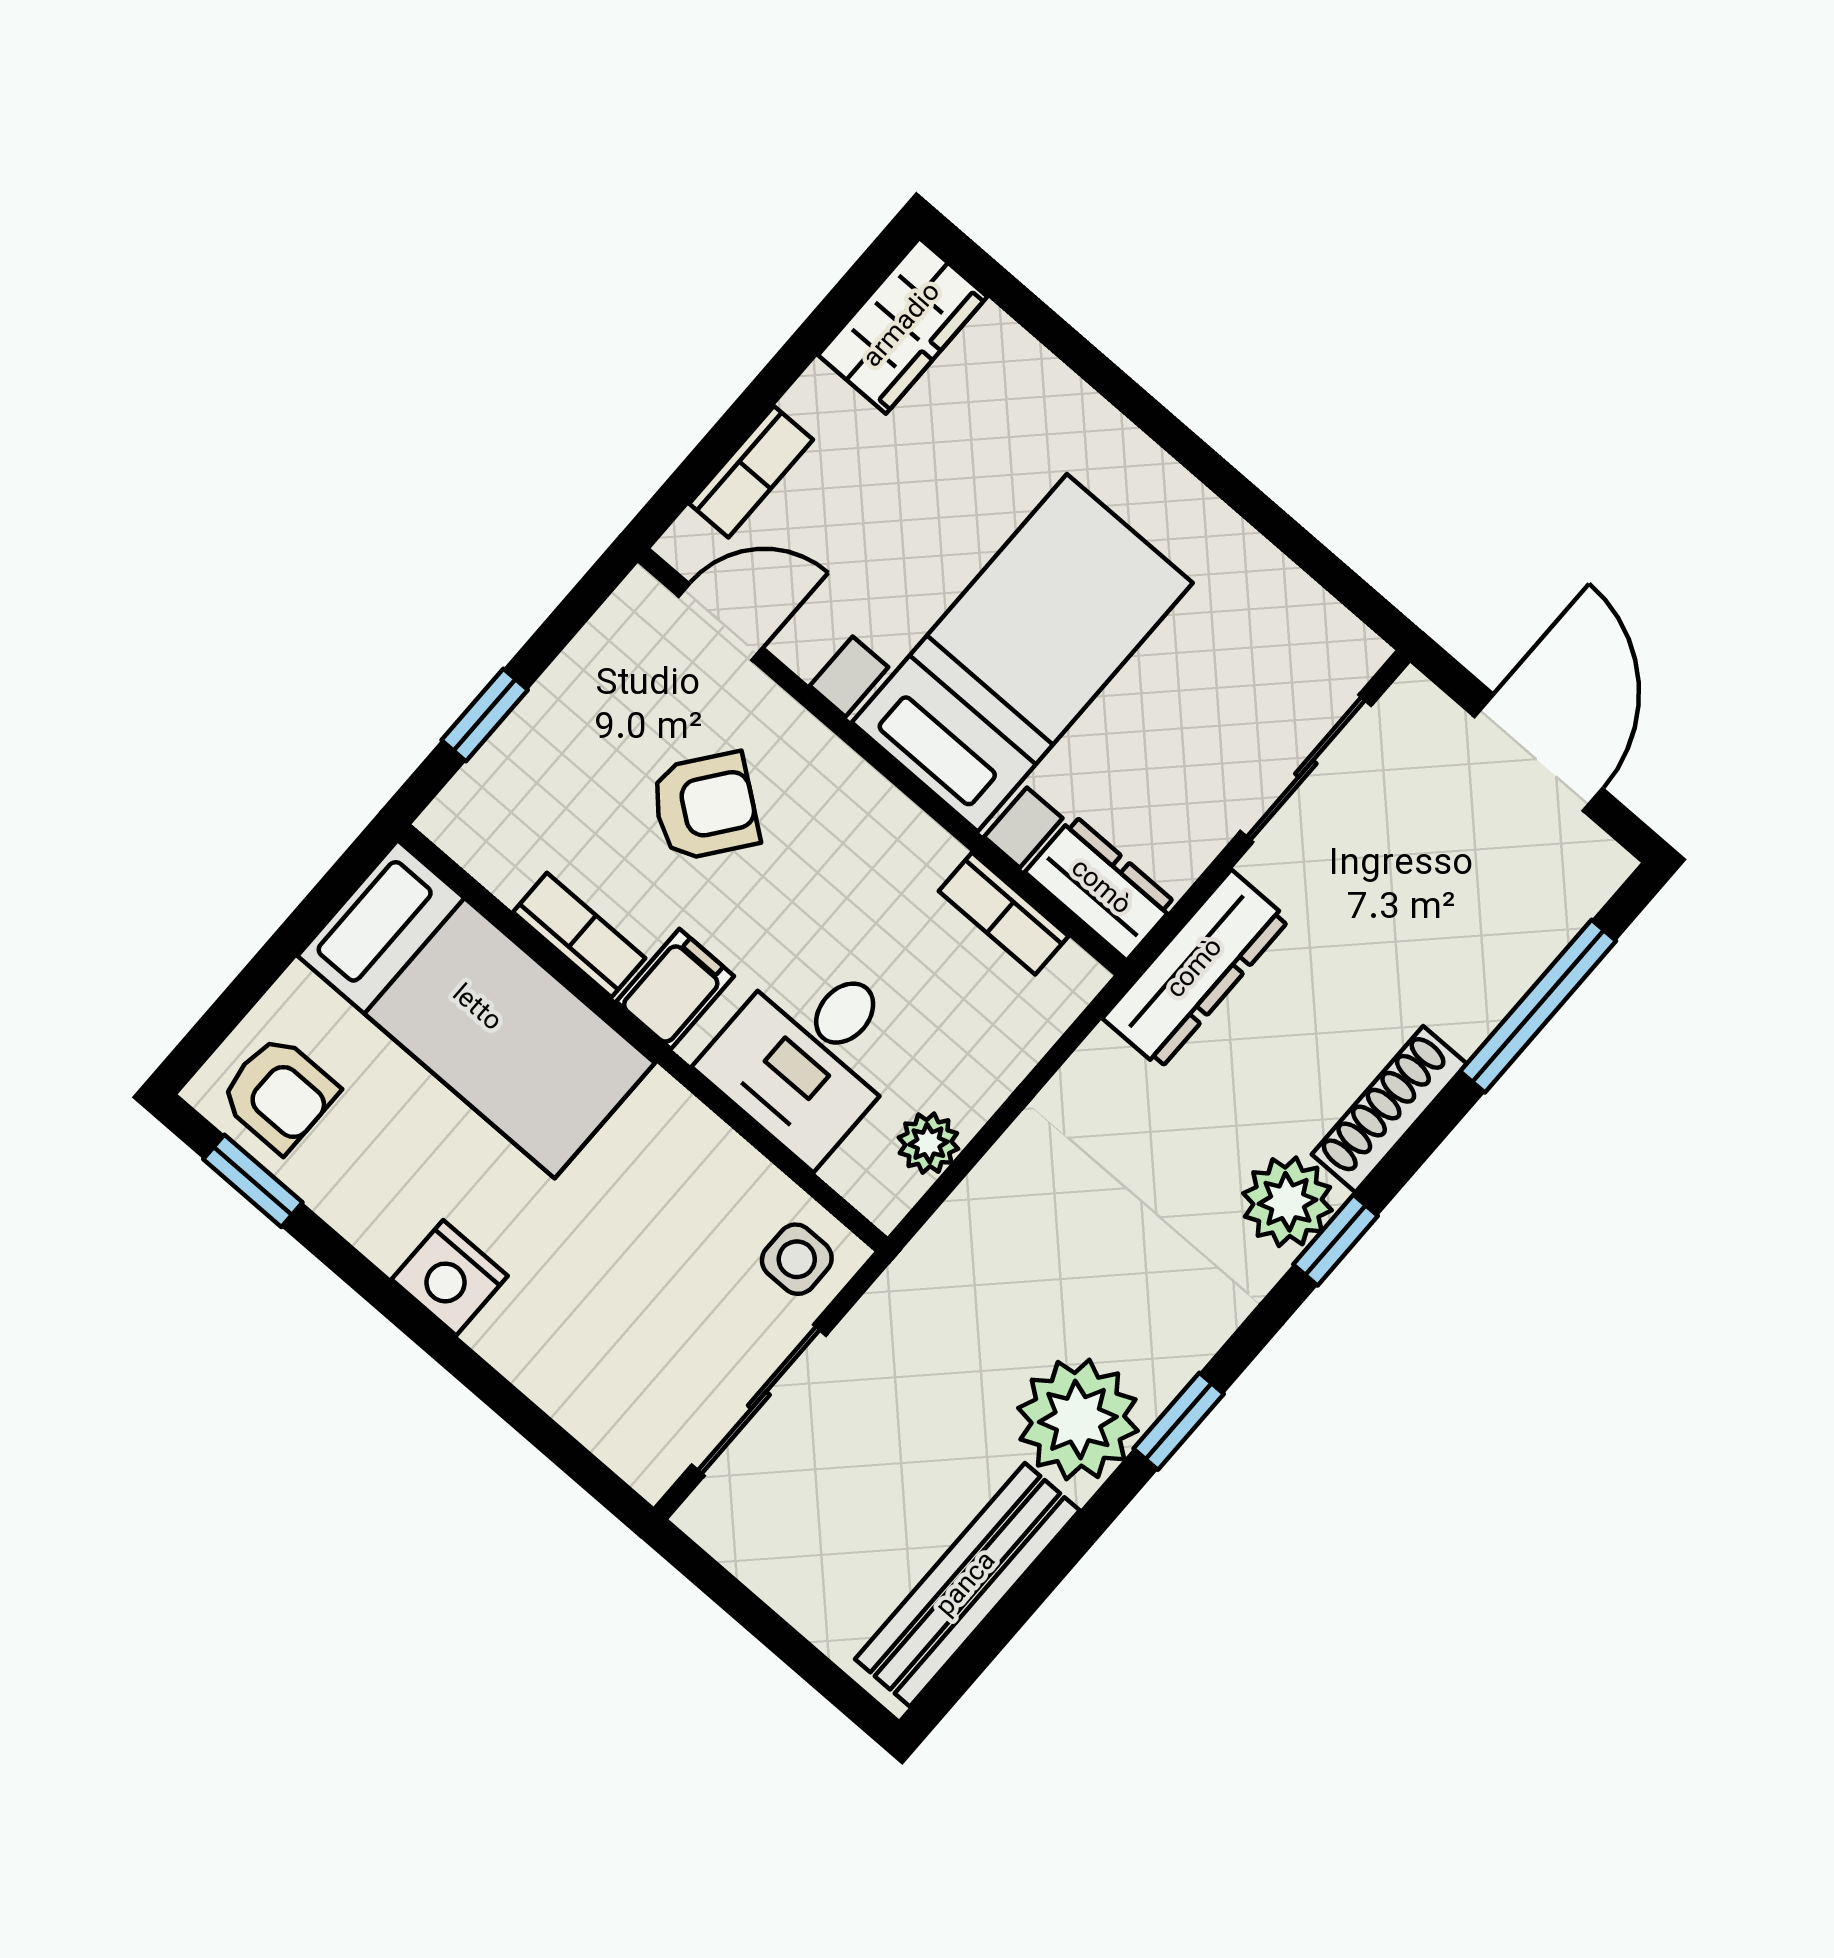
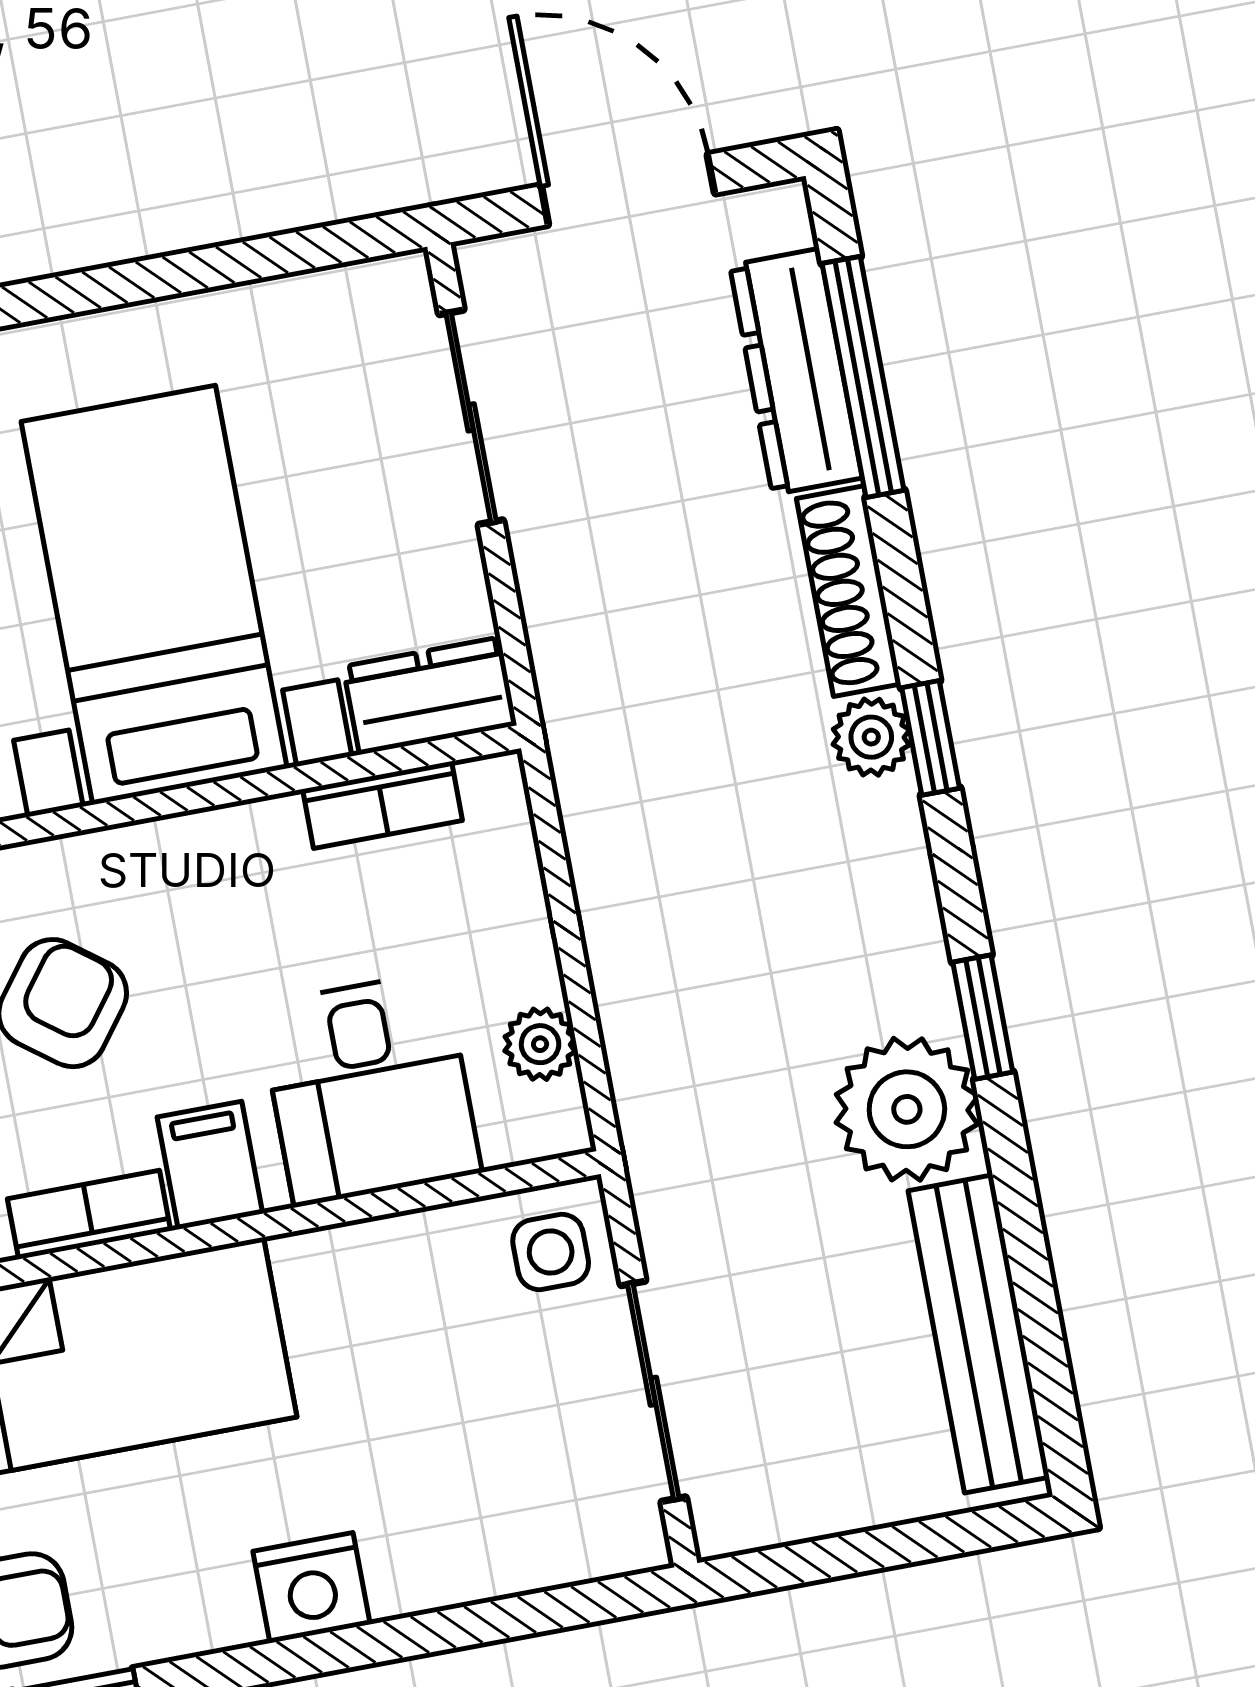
dresser: (1196, 969) -> (796, 372), moved, turned 180
plant: (1288, 1202) -> (871, 737), width x0.73, depth x0.73

